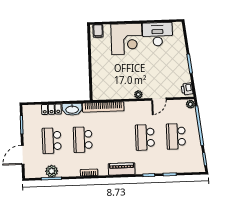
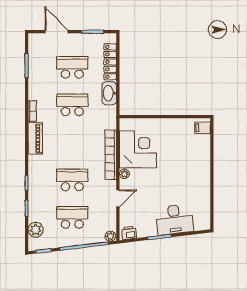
desk: (157, 34) -> (174, 219), moved, turned 83
corner desk: (127, 39) -> (138, 149), moved, turned 180
door: (159, 99) -> (118, 198), swing flipped
bookcase: (103, 107) -> (111, 155), moved
locker: (51, 109) -> (110, 62), width x1.53
piano: (122, 169) -> (35, 138), moved
plant: (52, 171) -> (36, 230), moved

